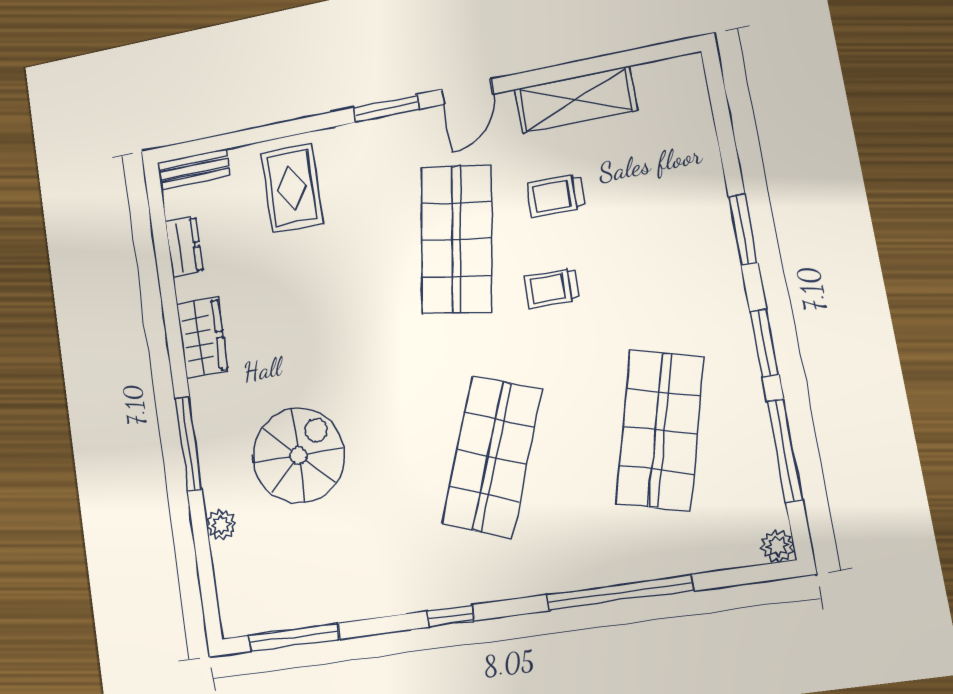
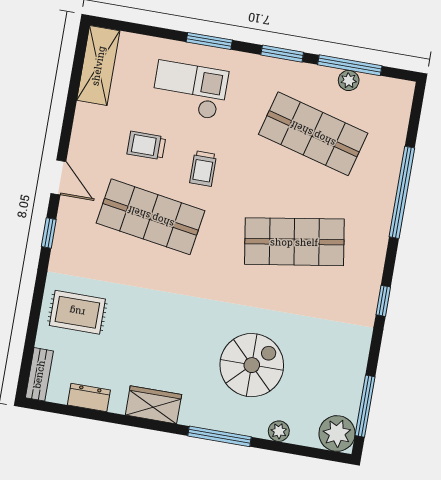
shelving: (576, 100) -> (98, 66), moved
window: (386, 108) -> (49, 233), width x0.67
trolley: (556, 196) -> (146, 146), turned 90
checkout: (659, 228) -> (190, 90), added
spiral stairs: (299, 455) -> (252, 365), turned 90
shop shelf: (492, 457) -> (294, 242), turned -30
plant: (777, 546) -> (349, 80), moved
plant: (244, 609) -> (337, 433), added

